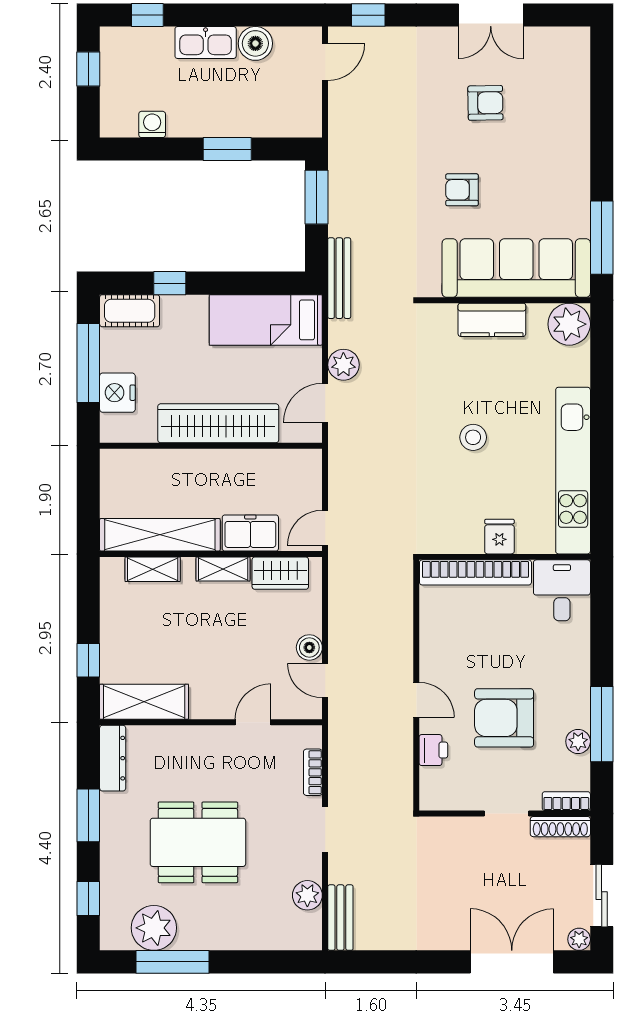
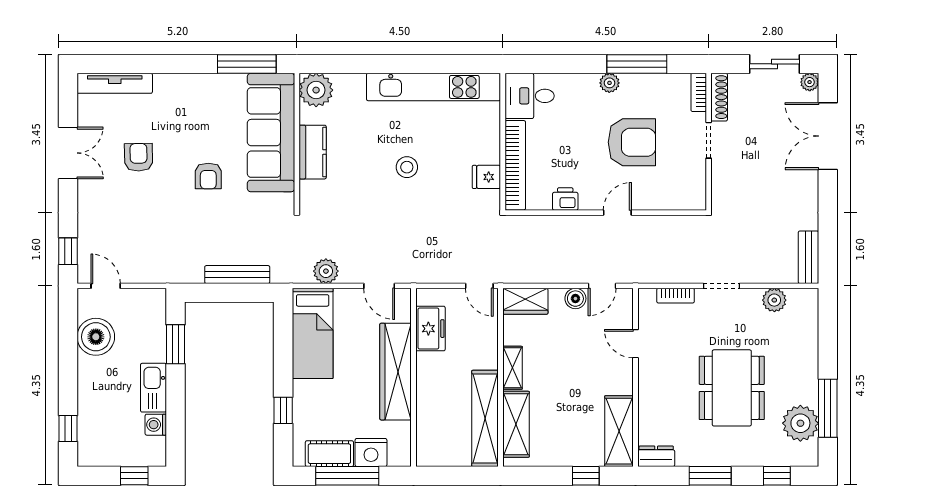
kitchen sink: (206, 43) -> (153, 388), moved, turned 180
boiler: (255, 43) -> (96, 337), width x1.37, depth x1.37
window: (88, 69) -> (134, 476), moved
tv unit: (578, 73) -> (115, 83), added
window: (227, 149) -> (176, 344), moved
window: (316, 197) -> (214, 293), removed
bench: (339, 278) -> (237, 275), moved
cot: (130, 311) -> (329, 454), moved, turned 90
plant: (343, 365) -> (326, 271), moved
freezer: (250, 533) -> (430, 329), moved, turned 180
fridge: (499, 537) -> (486, 177), moved
shelving: (153, 569) -> (516, 424), width x1.50, depth x1.33
wardrobe: (280, 573) -> (525, 301), moved, turned 90
armchair: (504, 718) -> (632, 142), turned -90
plant: (578, 741) -> (609, 83), moved
printer: (433, 750) -> (565, 199), moved
dresser: (113, 758) -> (656, 456), width x0.70
bench: (340, 918) -> (808, 257), moved, turned 90

